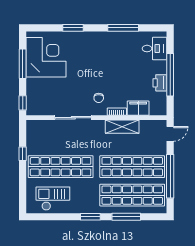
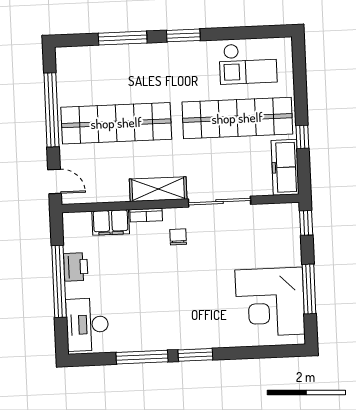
window: (73, 28) -> (195, 355), moved
desk: (155, 49) -> (87, 325), width x1.37
shelving: (122, 127) -> (158, 189), moved
door: (170, 134) -> (55, 182), swing flipped
freezer: (34, 136) -> (285, 167), added
shop shelf: (132, 195) -> (114, 75), removed

